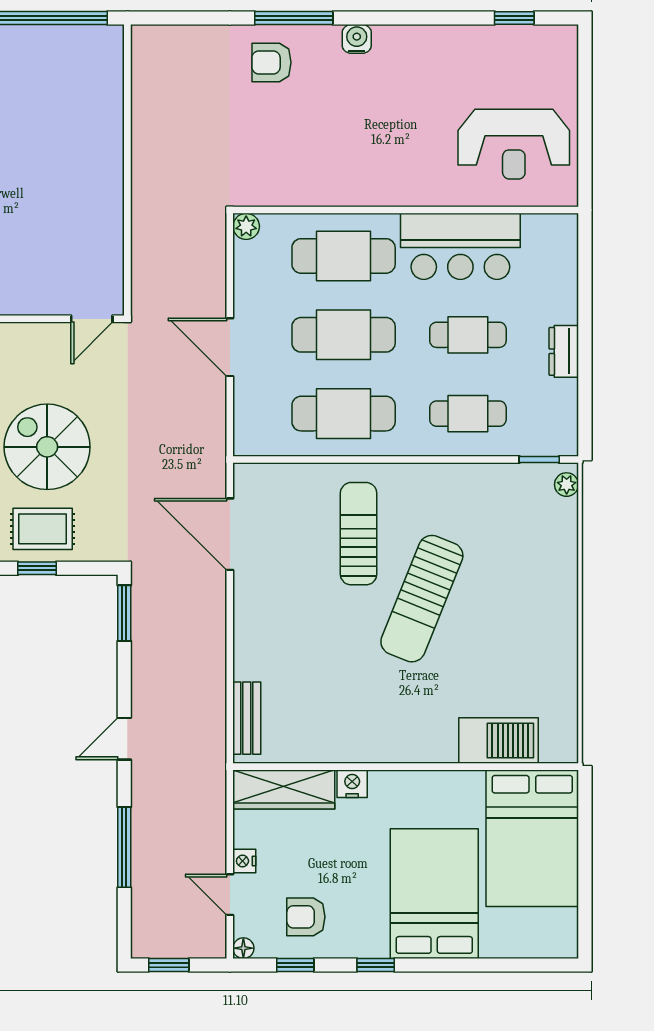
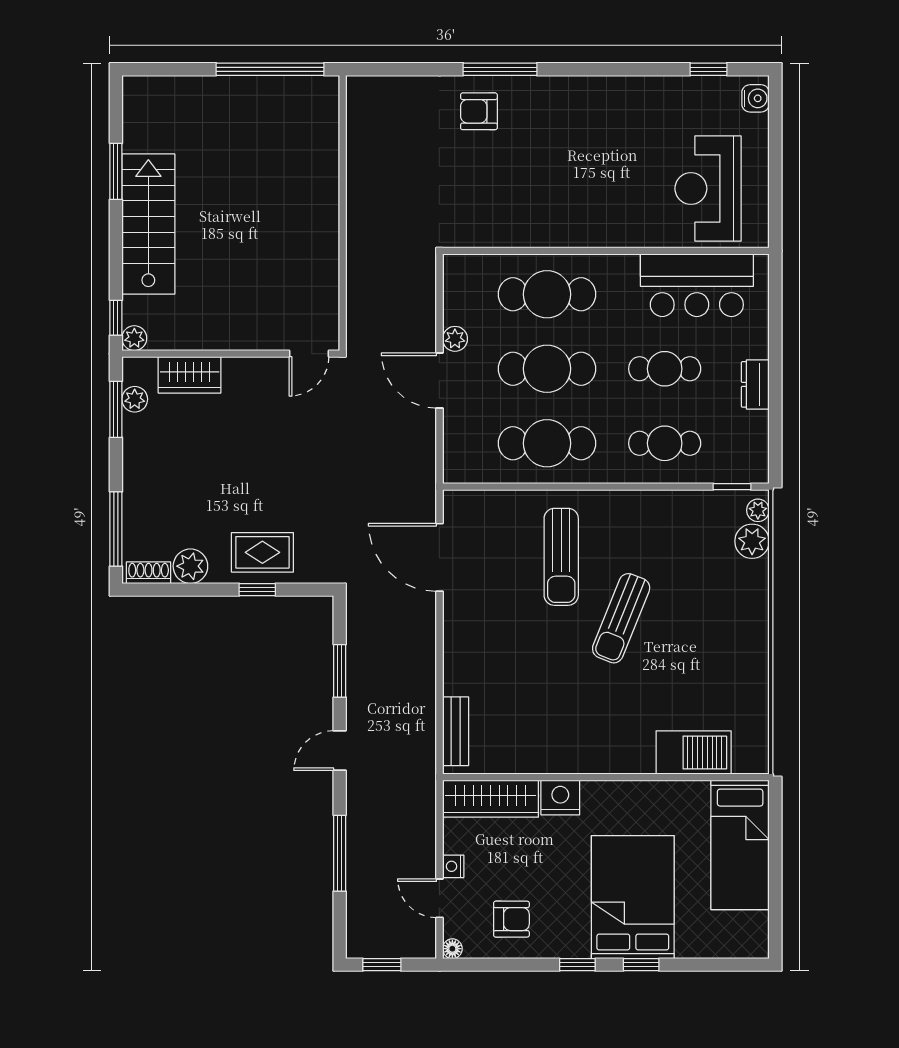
water cooler: (357, 39) -> (756, 98), moved, turned 90
reception desk: (514, 144) -> (708, 189), turned 90
plant: (246, 226) -> (455, 339), moved
bar counter: (460, 246) -> (697, 285), moved
spiral stairs: (47, 447) -> (267, 475), removed
plant: (560, 517) -> (752, 541), added
sun lounger: (359, 534) -> (561, 557), turned 180
sun lounger: (422, 599) -> (621, 618), width x0.73, depth x0.75
window: (124, 613) -> (340, 671), moved
nightstand: (352, 784) -> (560, 798), width x1.36, depth x1.33
bed: (532, 838) -> (740, 845), width x0.67
armchair: (306, 917) -> (511, 919), turned 180
window: (295, 965) -> (641, 965), moved

